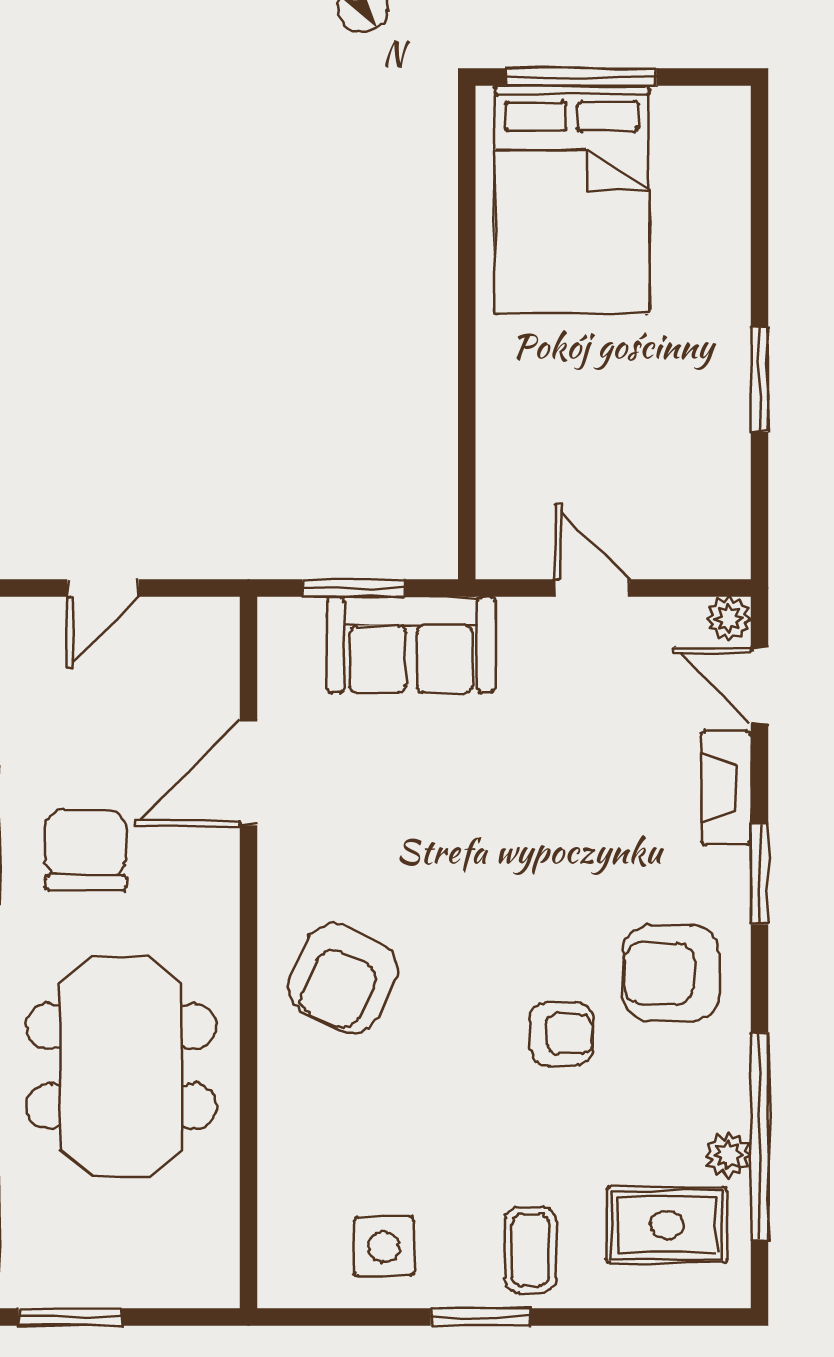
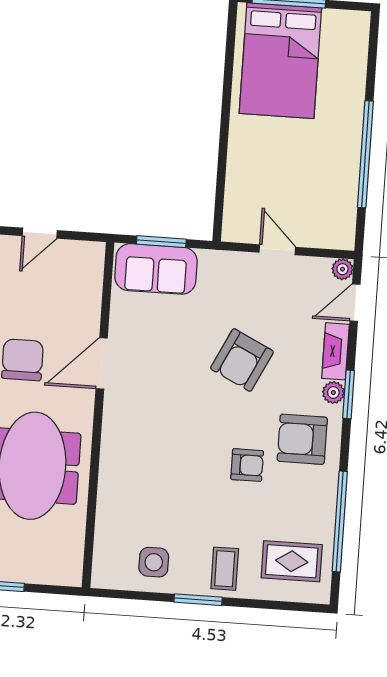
window: (760, 380) -> (365, 154), width x2.11
sofa: (411, 645) -> (156, 269), moved
door: (760, 685) -> (355, 303), hinge flipped
door: (249, 773) -> (102, 363), moved
armchair: (343, 978) -> (242, 360), moved
plant: (728, 1155) -> (333, 393), moved

